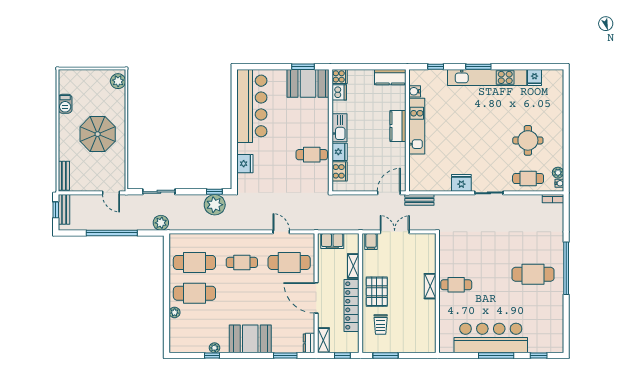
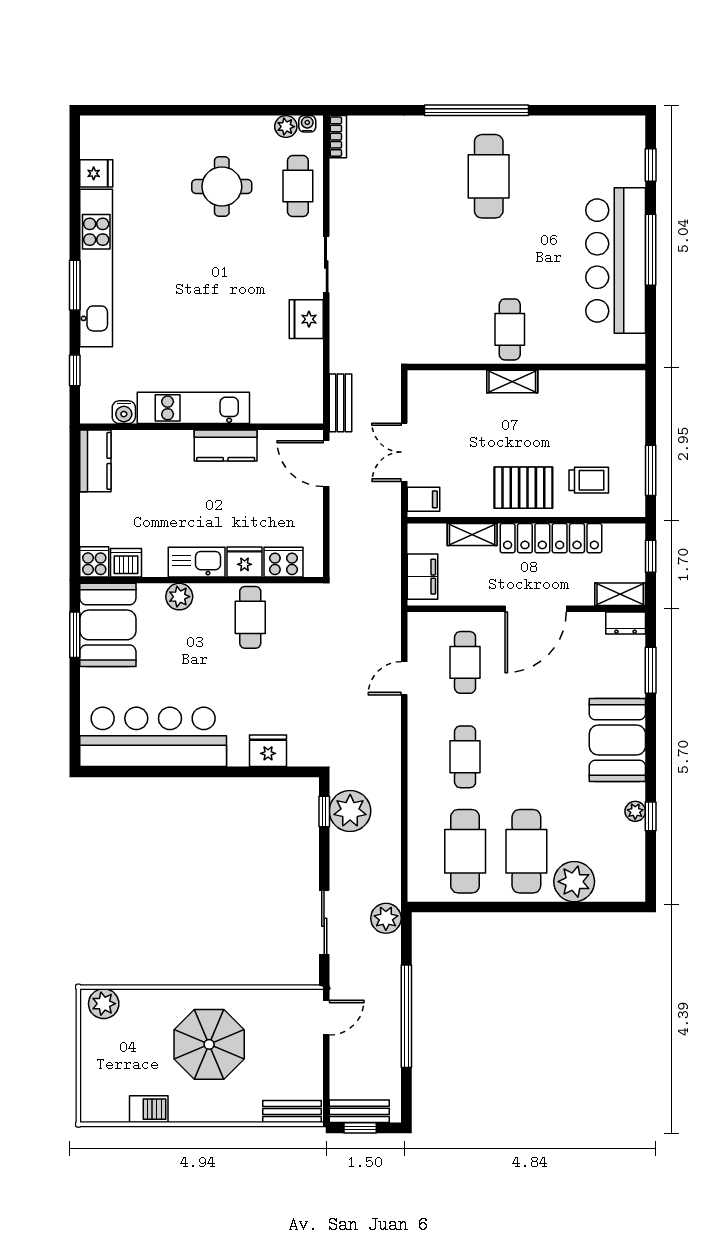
plant: (322, 119) -> (179, 597), added
kitchen counter: (398, 126) -> (226, 446), moved
cafe table: (289, 262) -> (465, 662), width x0.73, depth x0.74
plant: (175, 312) -> (574, 882), width x1.88, depth x1.88

